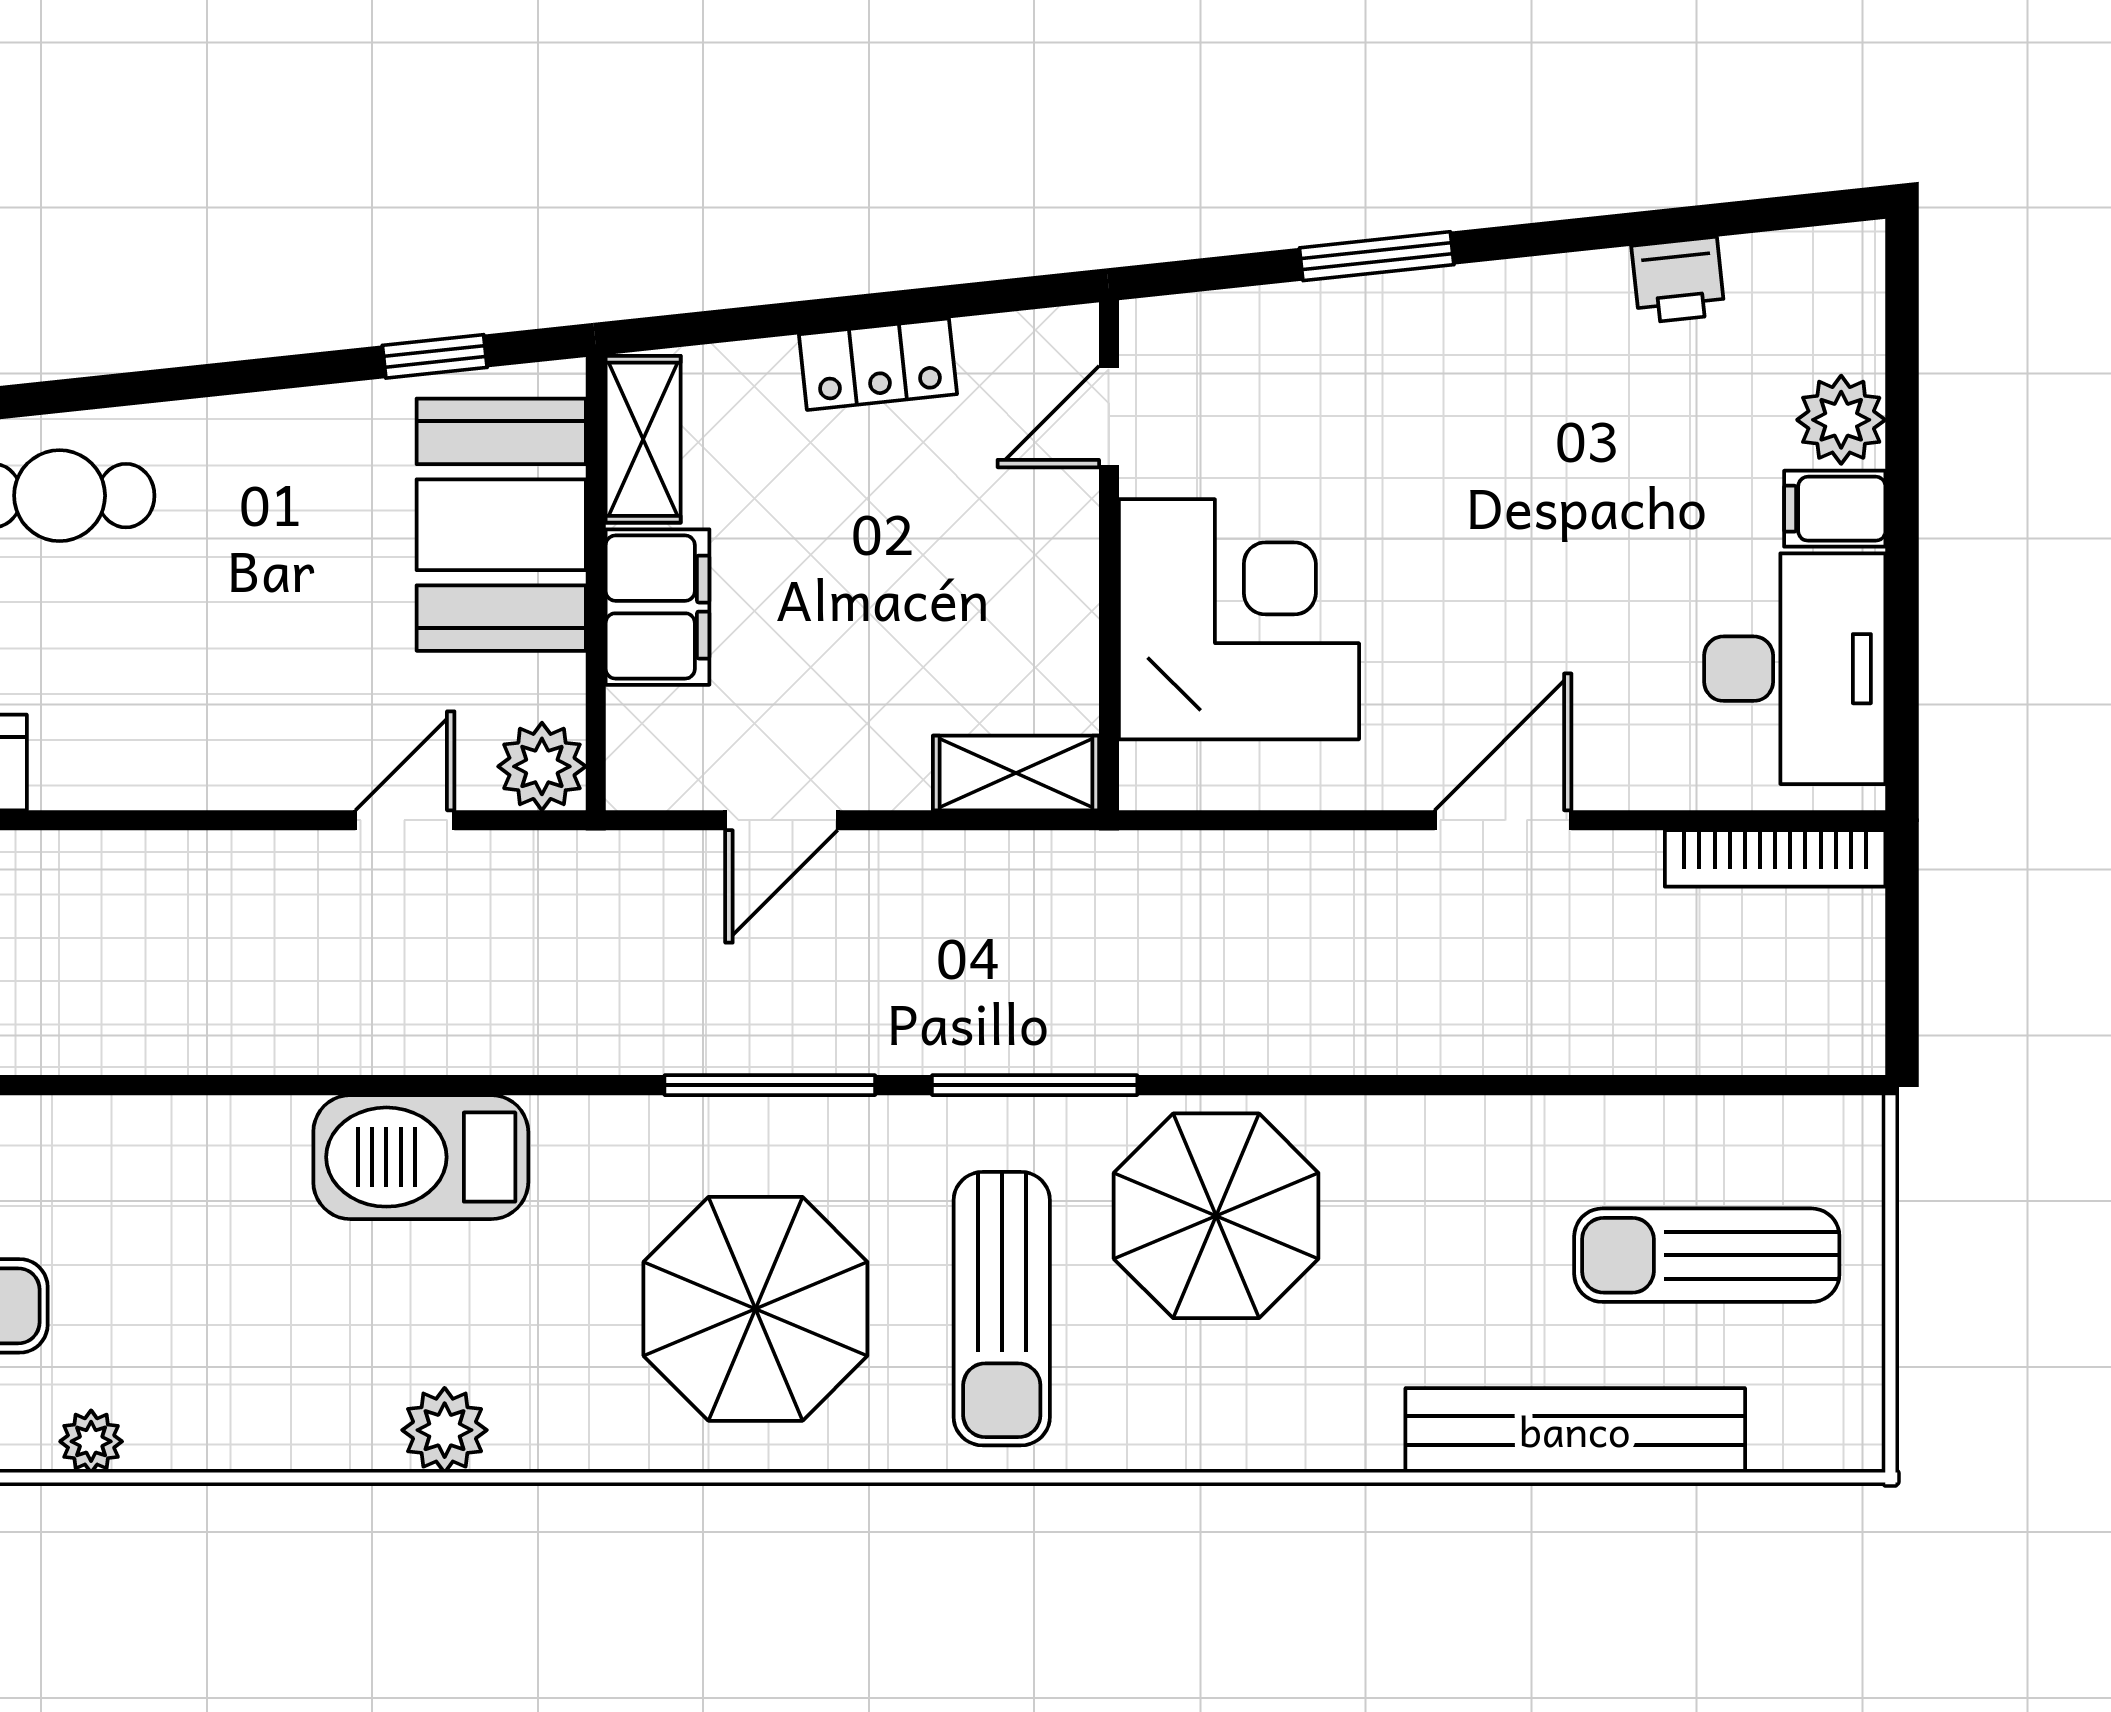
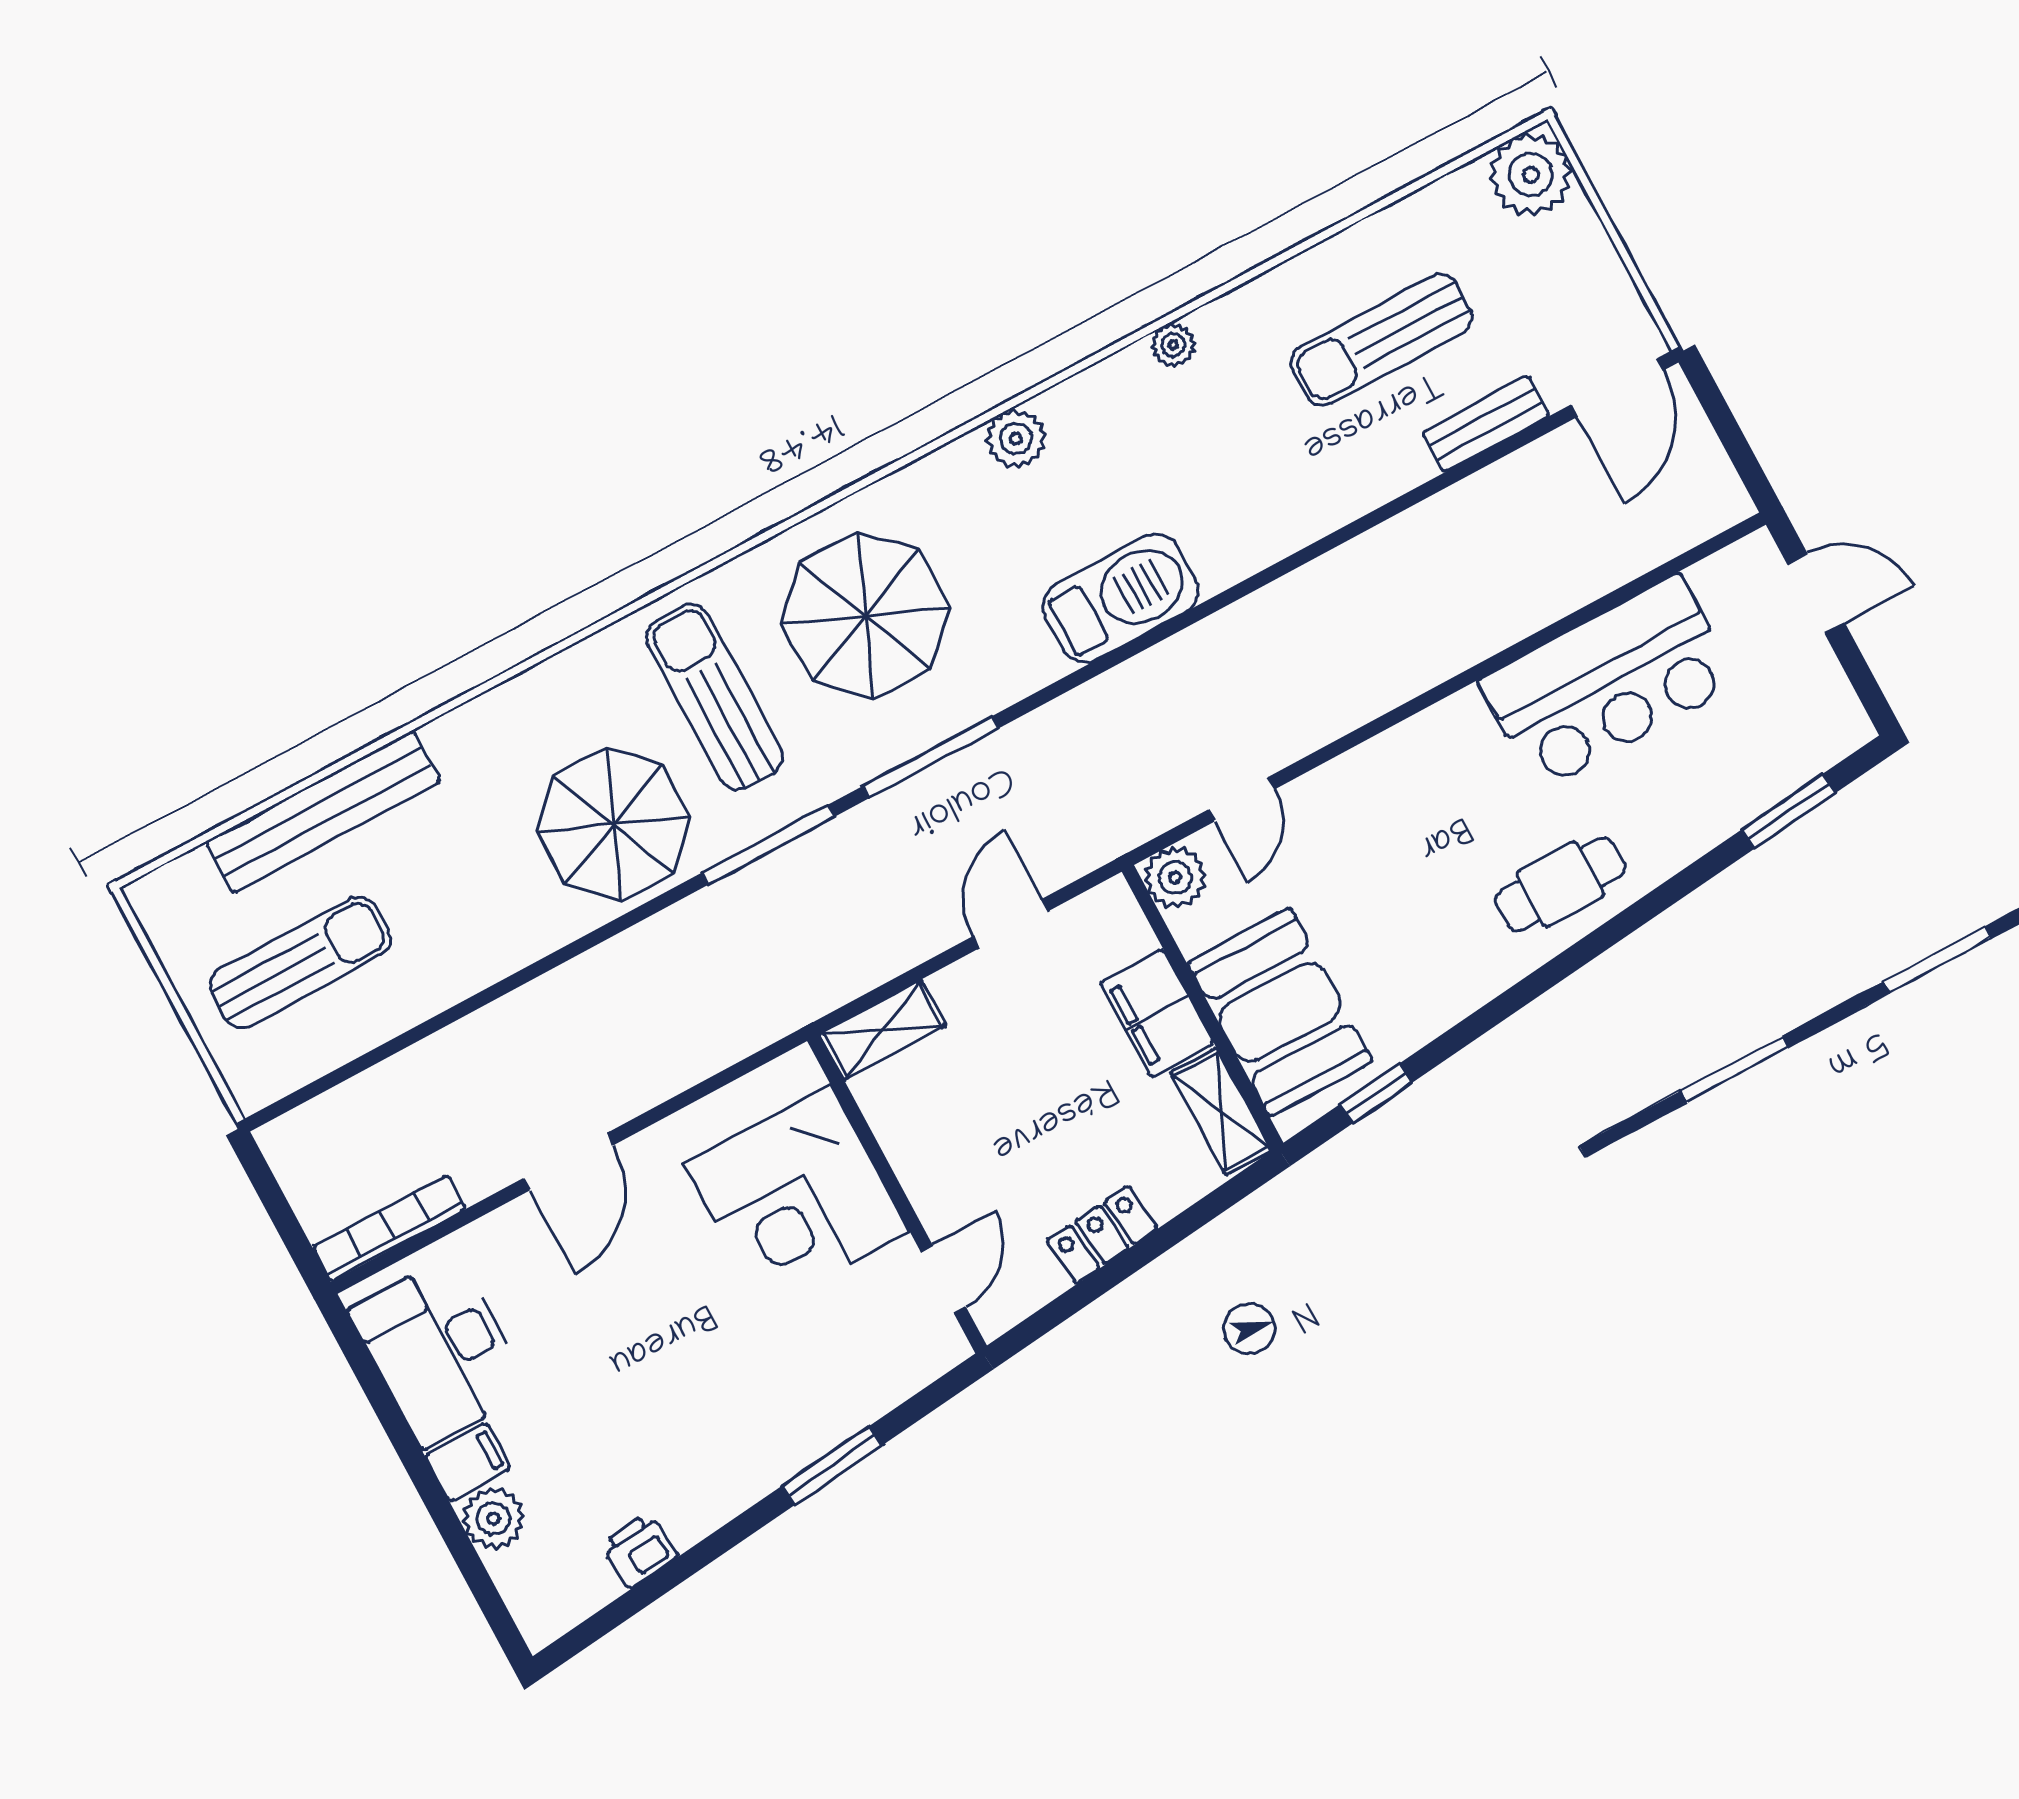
plant: (91, 1441) -> (1173, 345), moved

